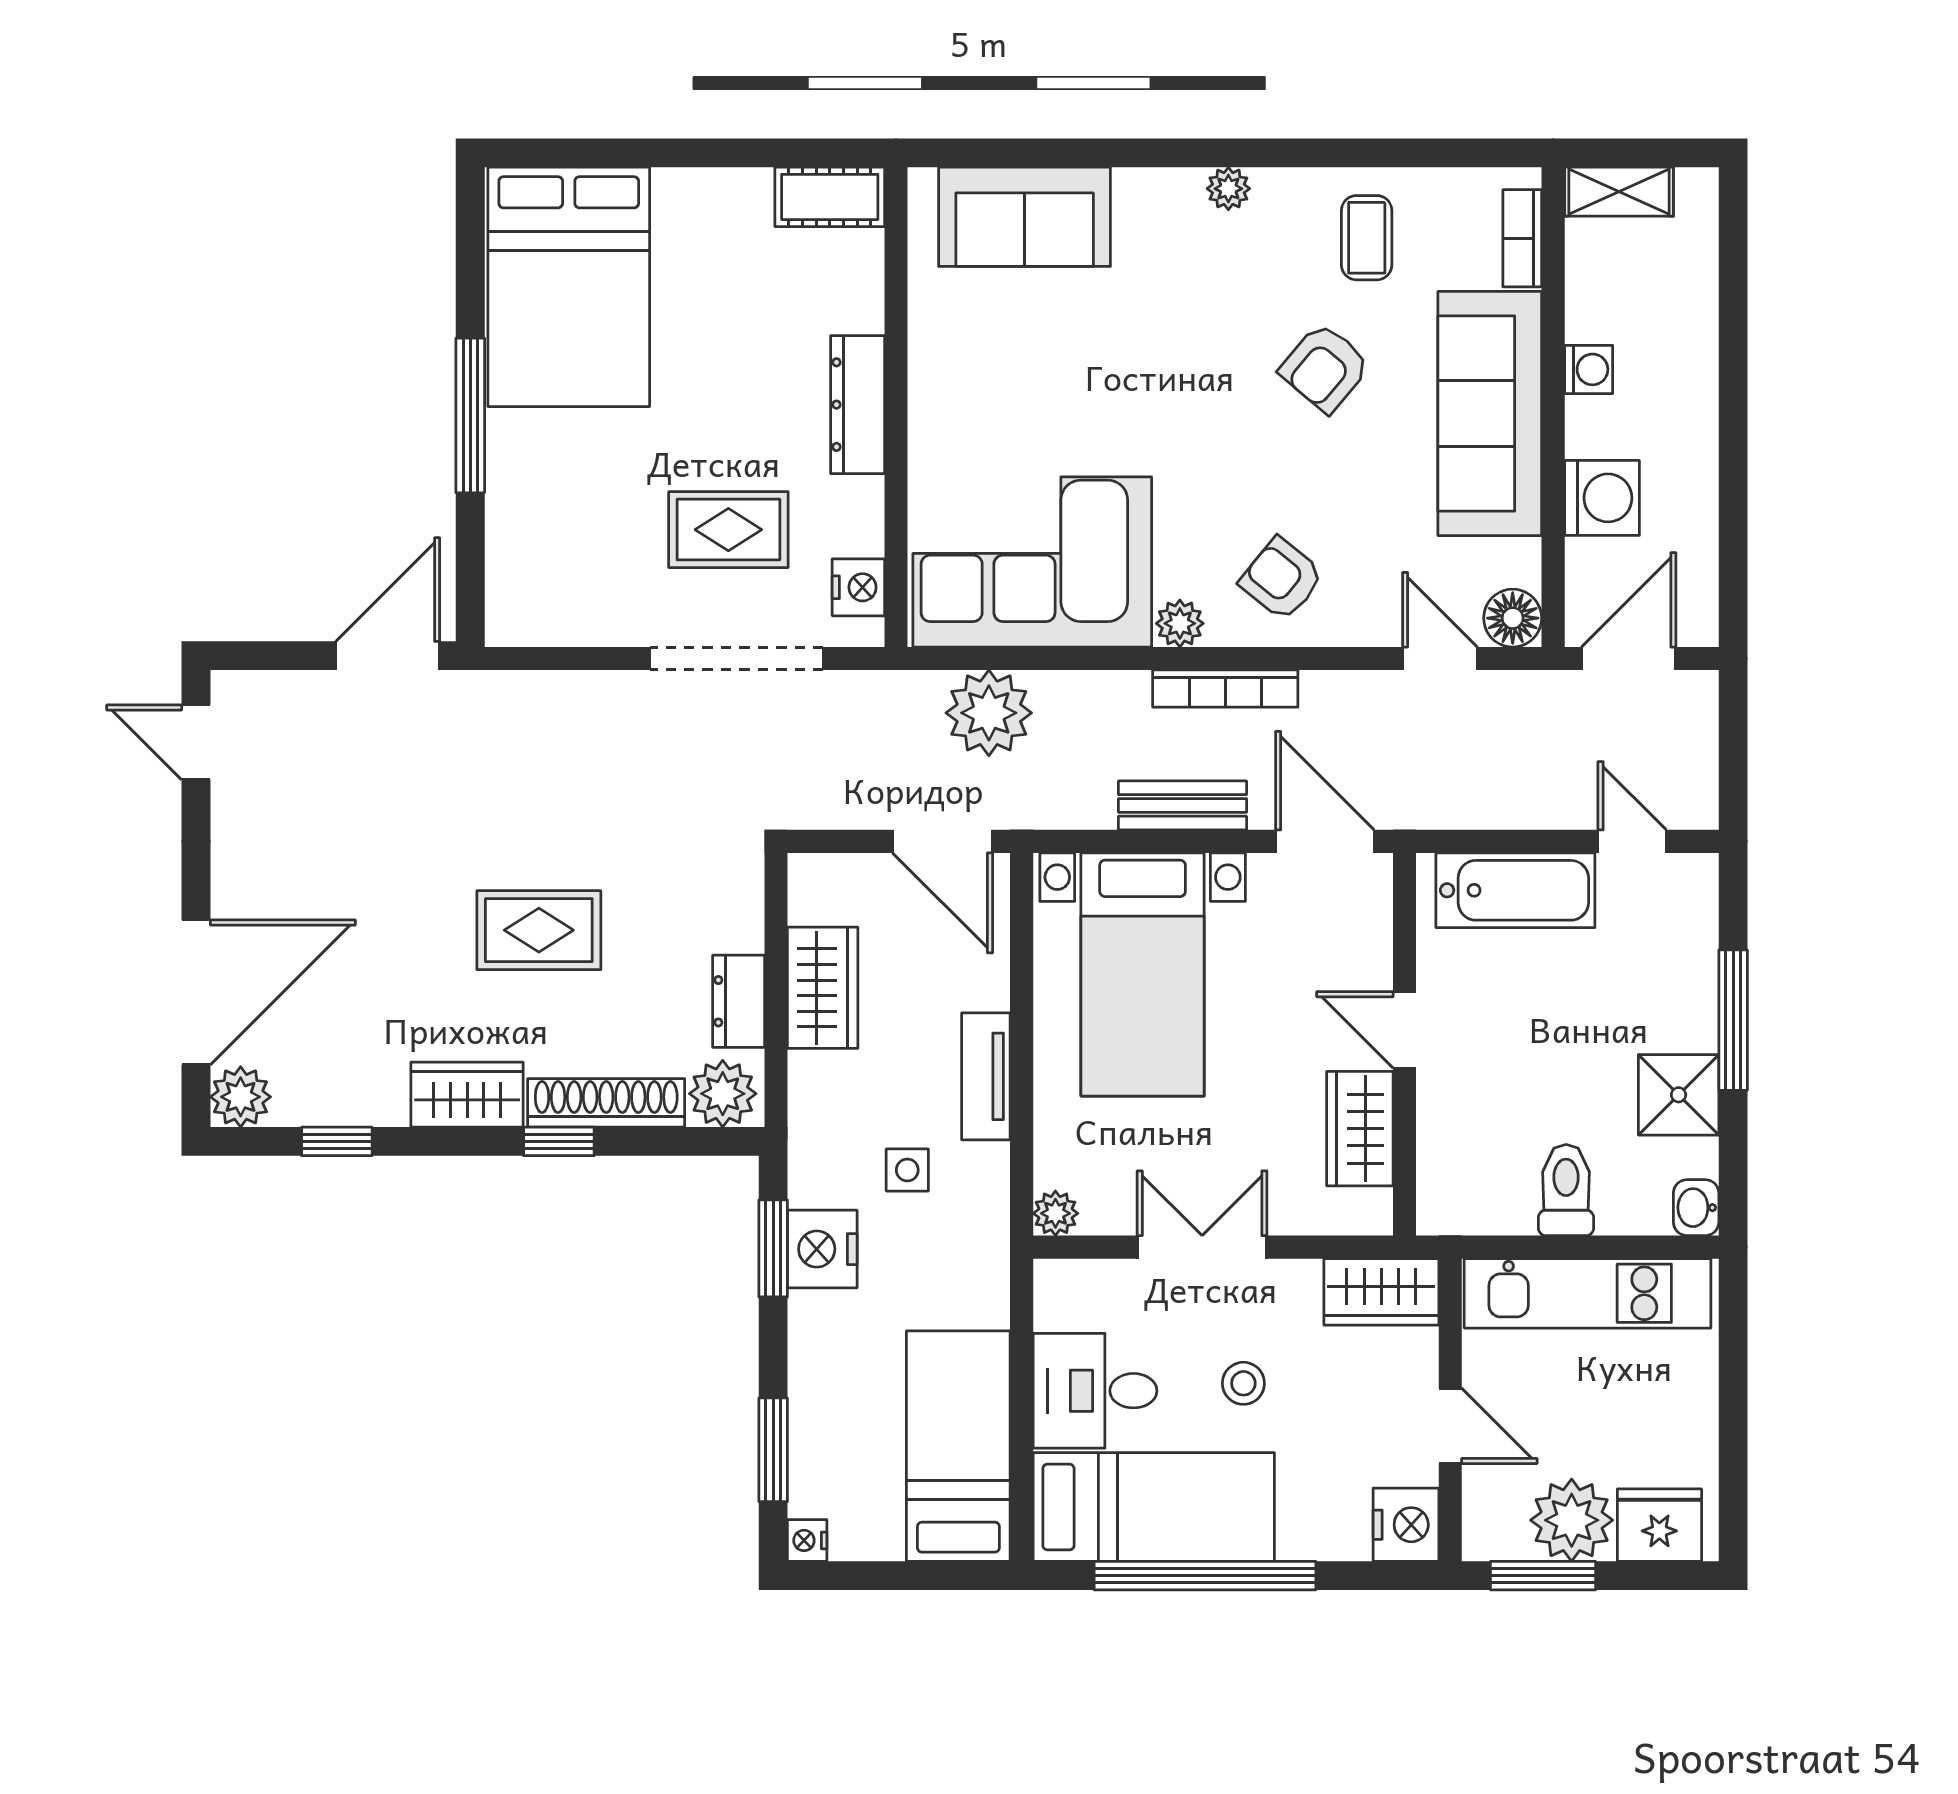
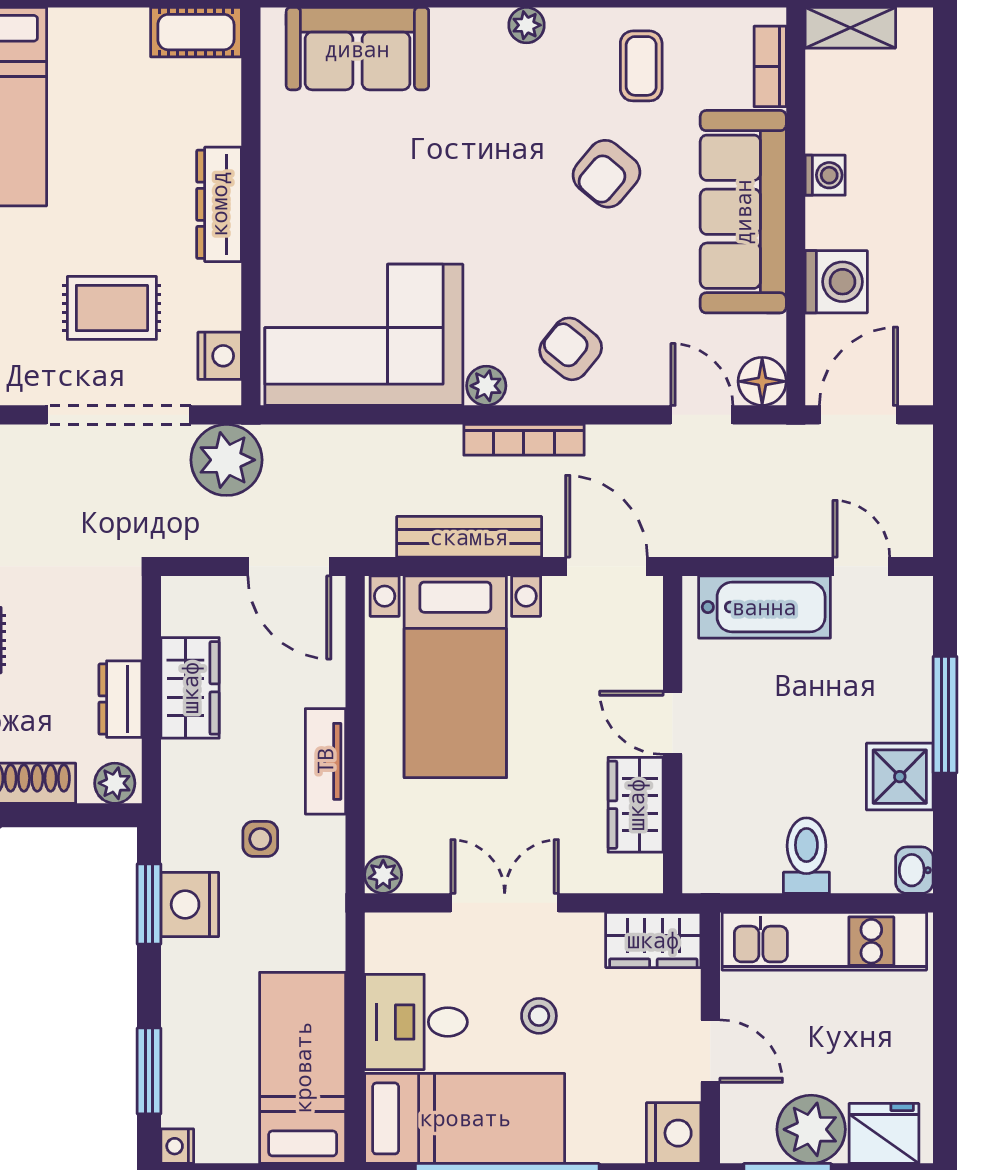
plant: (989, 713) -> (226, 460), moved
bench: (1182, 805) -> (469, 537), width x1.36
plant: (723, 1094) -> (115, 783), width x0.73, depth x0.73

